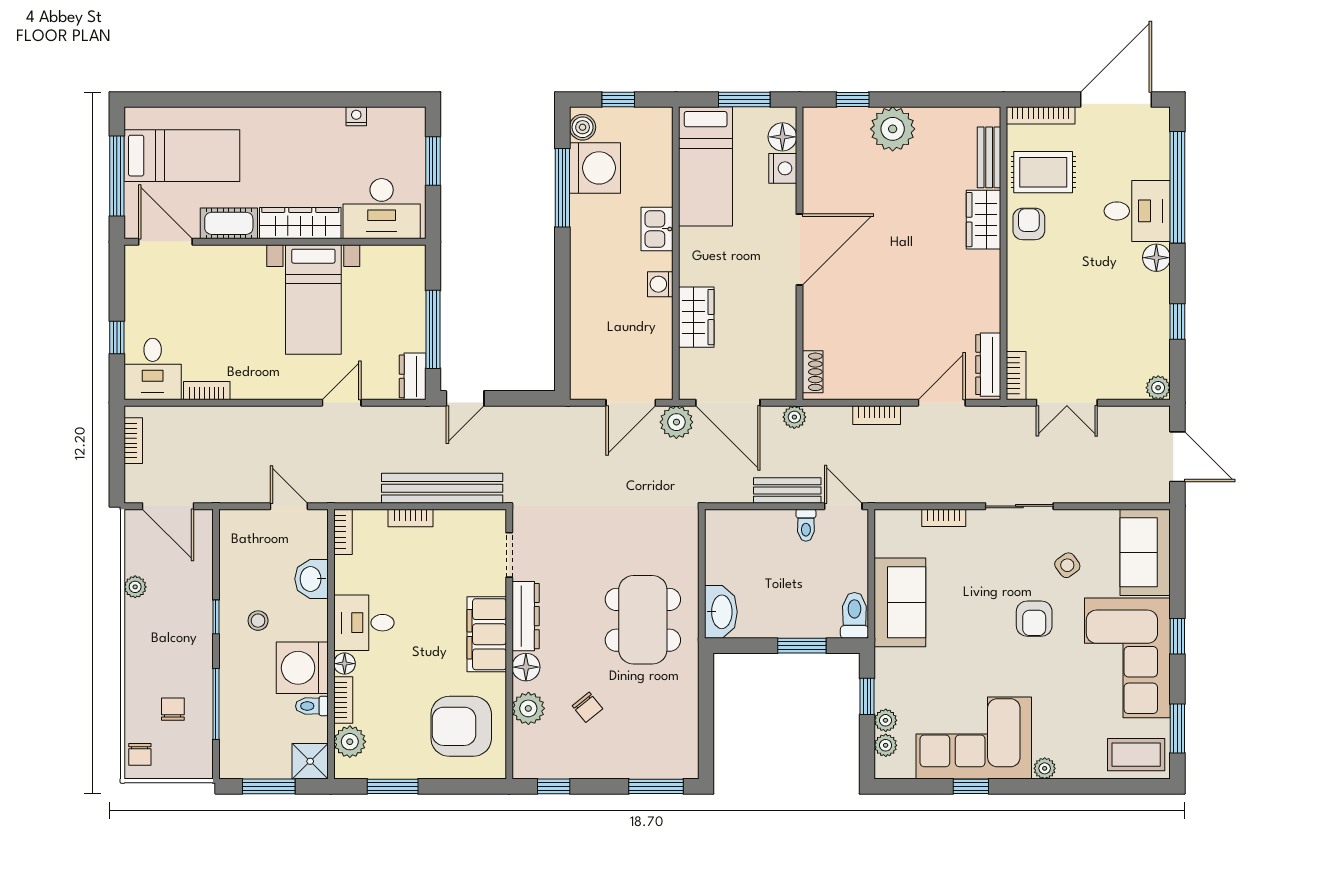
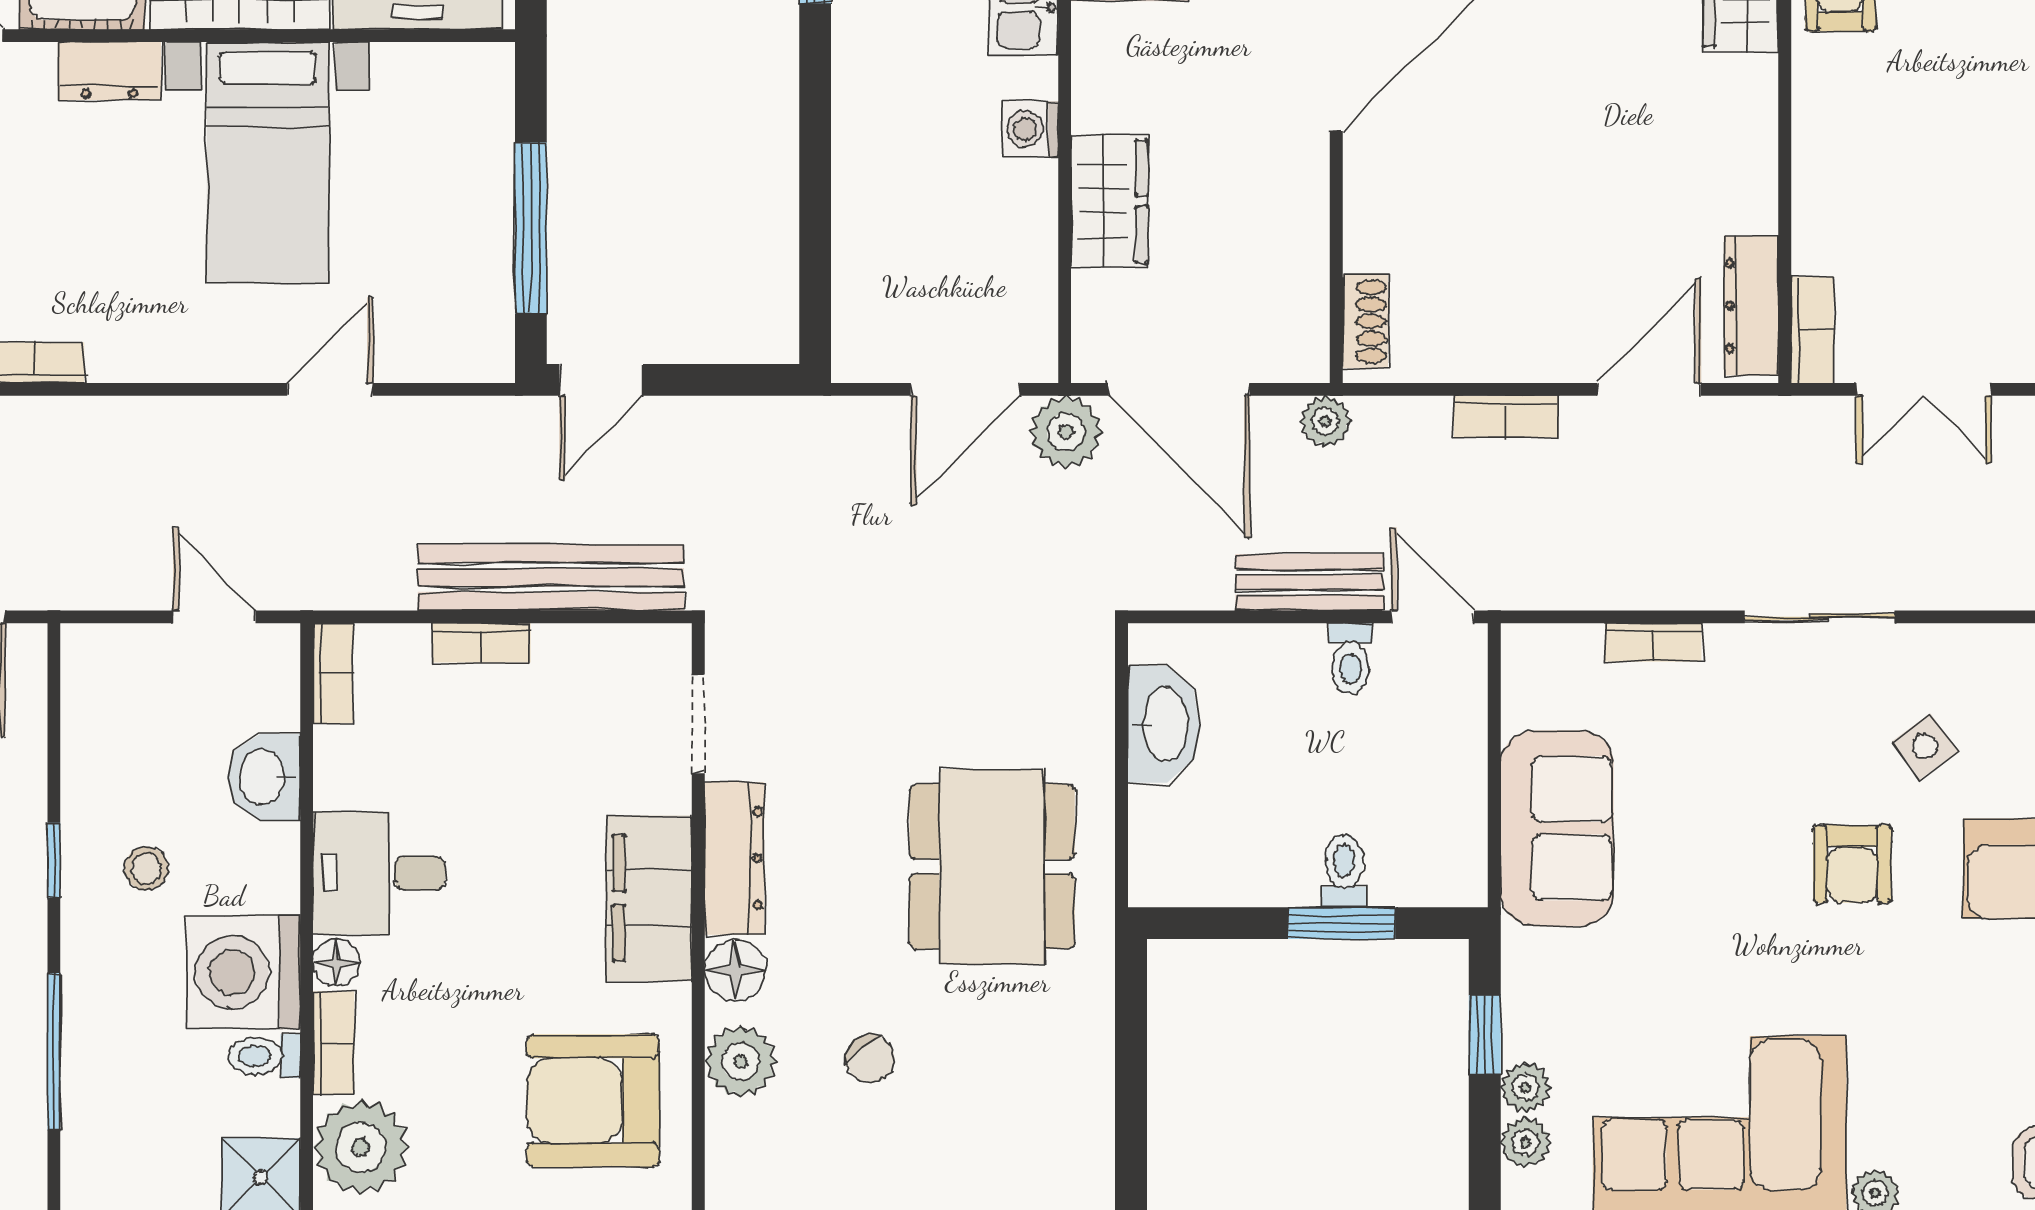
dresser: (413, 376) -> (109, 71), moved, turned -90
washbasin: (721, 612) -> (1164, 724), moved
toilet: (854, 615) -> (1344, 871), moved, width x0.73, depth x0.72
plant: (350, 742) -> (361, 1147), width x1.36, depth x1.36

